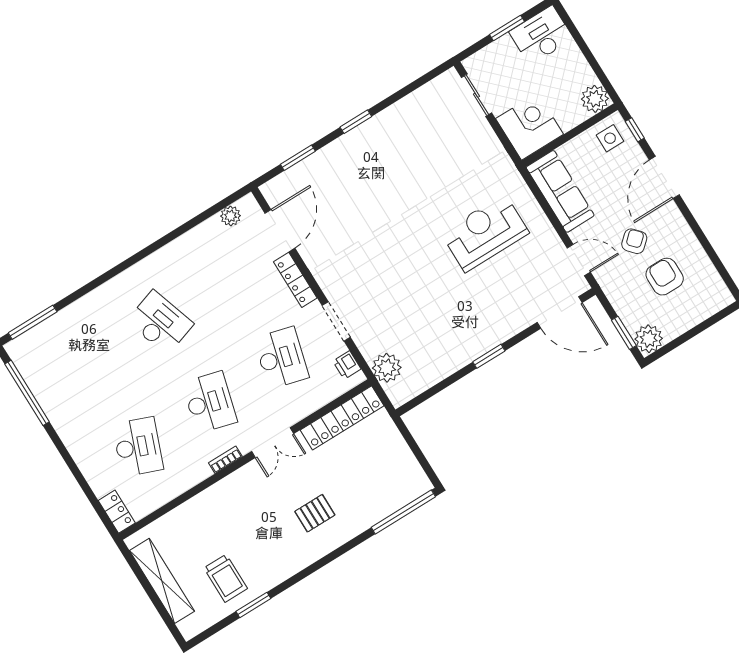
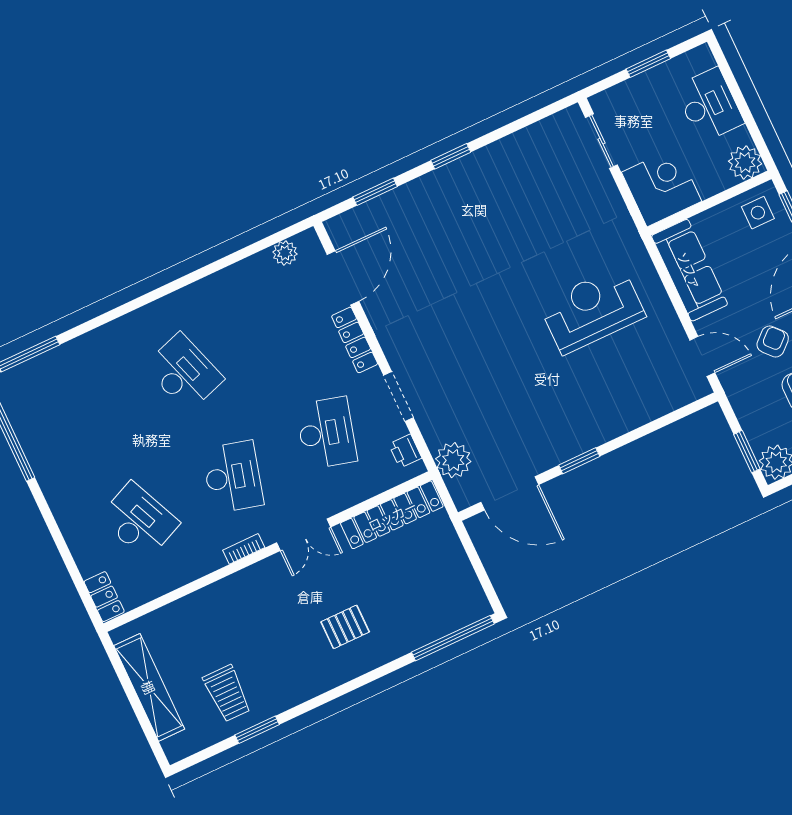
desk: (541, 35) -> (709, 105), moved, turned 90
door: (560, 312) -> (510, 493), moved
desk: (138, 447) -> (139, 521), turned -45

